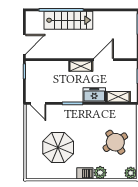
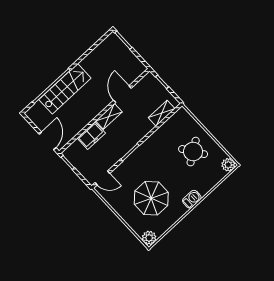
freezer: (94, 95) -> (91, 136), moved, turned 180
plant: (100, 173) -> (149, 238), moved

